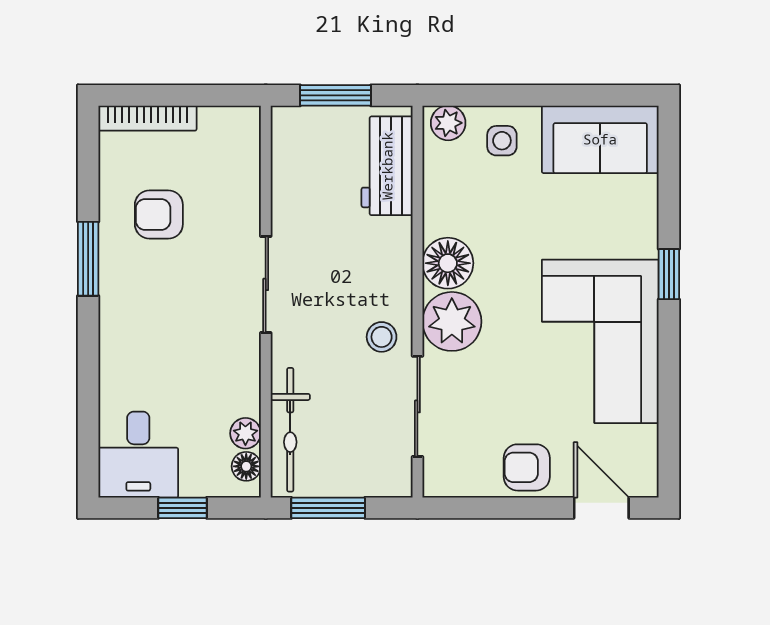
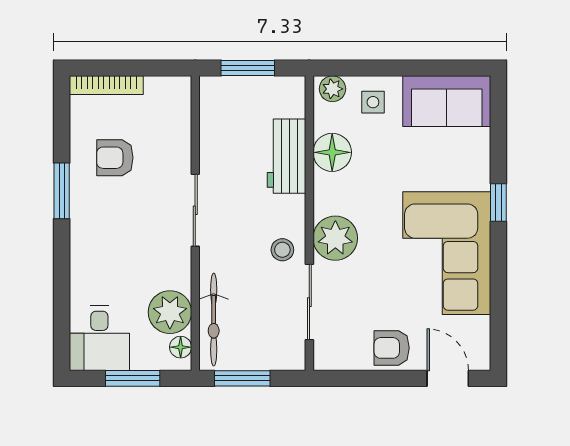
workbench: (387, 166) -> (286, 156), moved
floor lamp: (448, 263) -> (332, 152), moved
plant: (245, 433) -> (170, 312), width x1.87, depth x1.87
window: (182, 508) -> (133, 378), width x1.50

